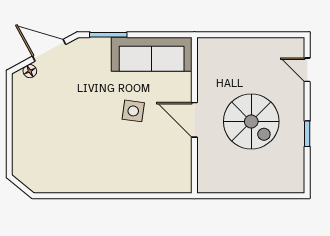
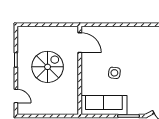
door: (194, 120) -> (80, 43), moved
spiral stairs: (251, 122) -> (48, 67), turned 90

